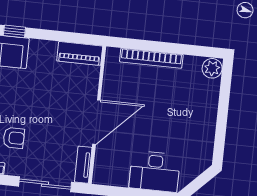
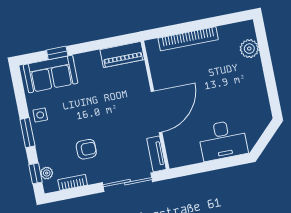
plant: (212, 68) -> (249, 49), moved

